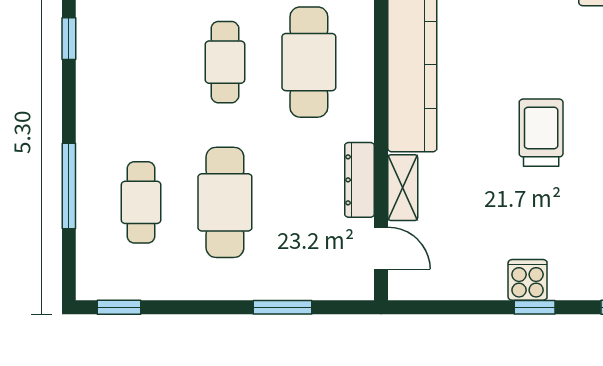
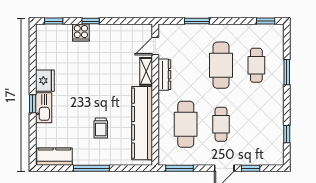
trolley: (541, 133) -> (101, 128), moved, width x0.73, depth x0.72
window: (69, 186) -> (287, 72), width x0.69
door: (381, 248) -> (155, 46), hinge flipped
cooker: (528, 280) -> (81, 33), moved

